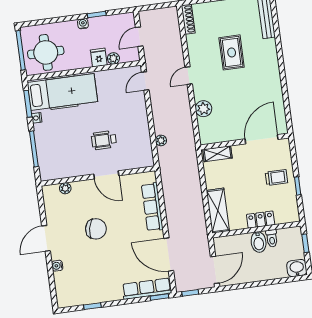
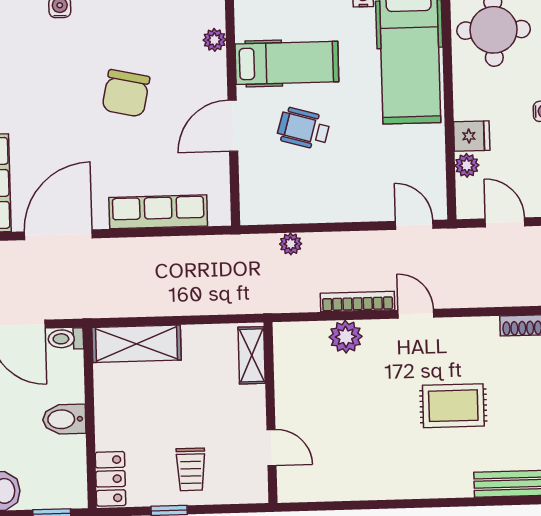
bookcase: (186, 105) -> (357, 302), added
door: (262, 139) -> (271, 448), width x0.53
wheelchair: (104, 140) -> (304, 129), turned -74
hospital bed: (73, 152) -> (287, 63), added
locker: (261, 220) -> (111, 479), moved
toilet: (272, 238) -> (66, 339), moved

